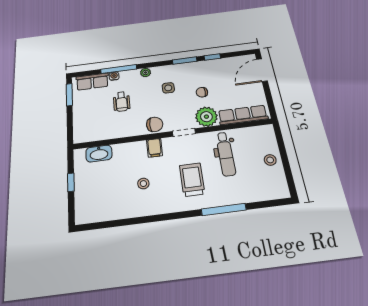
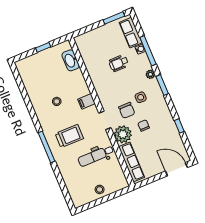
window: (185, 61) -> (162, 85), moved
chair: (155, 124) -> (127, 110), moved
window: (224, 210) -> (47, 147), moved

